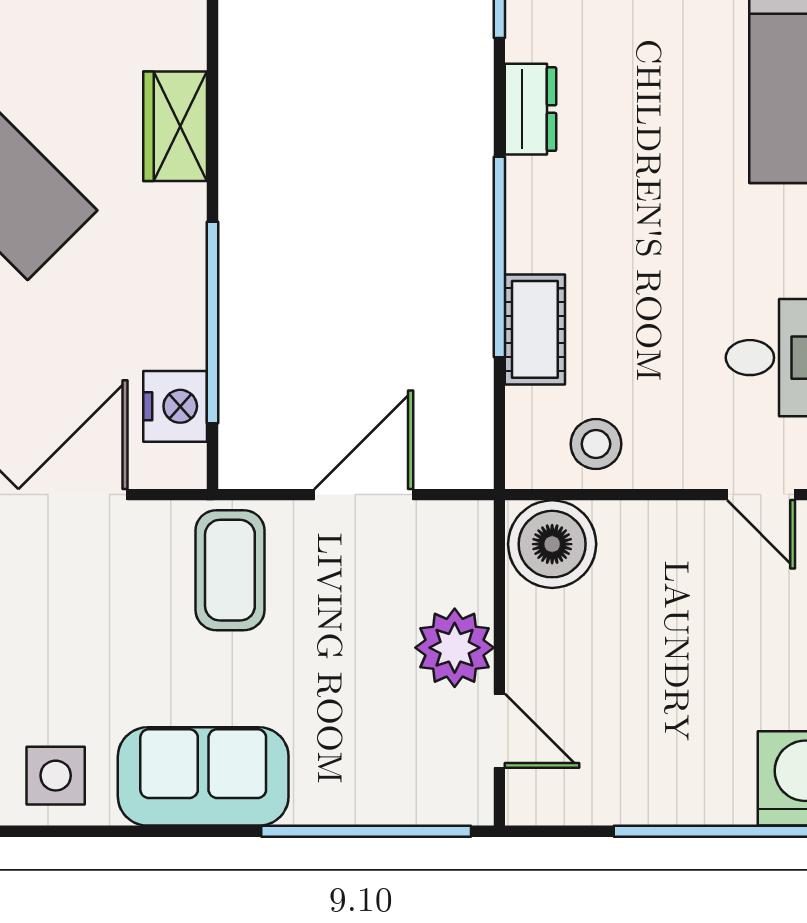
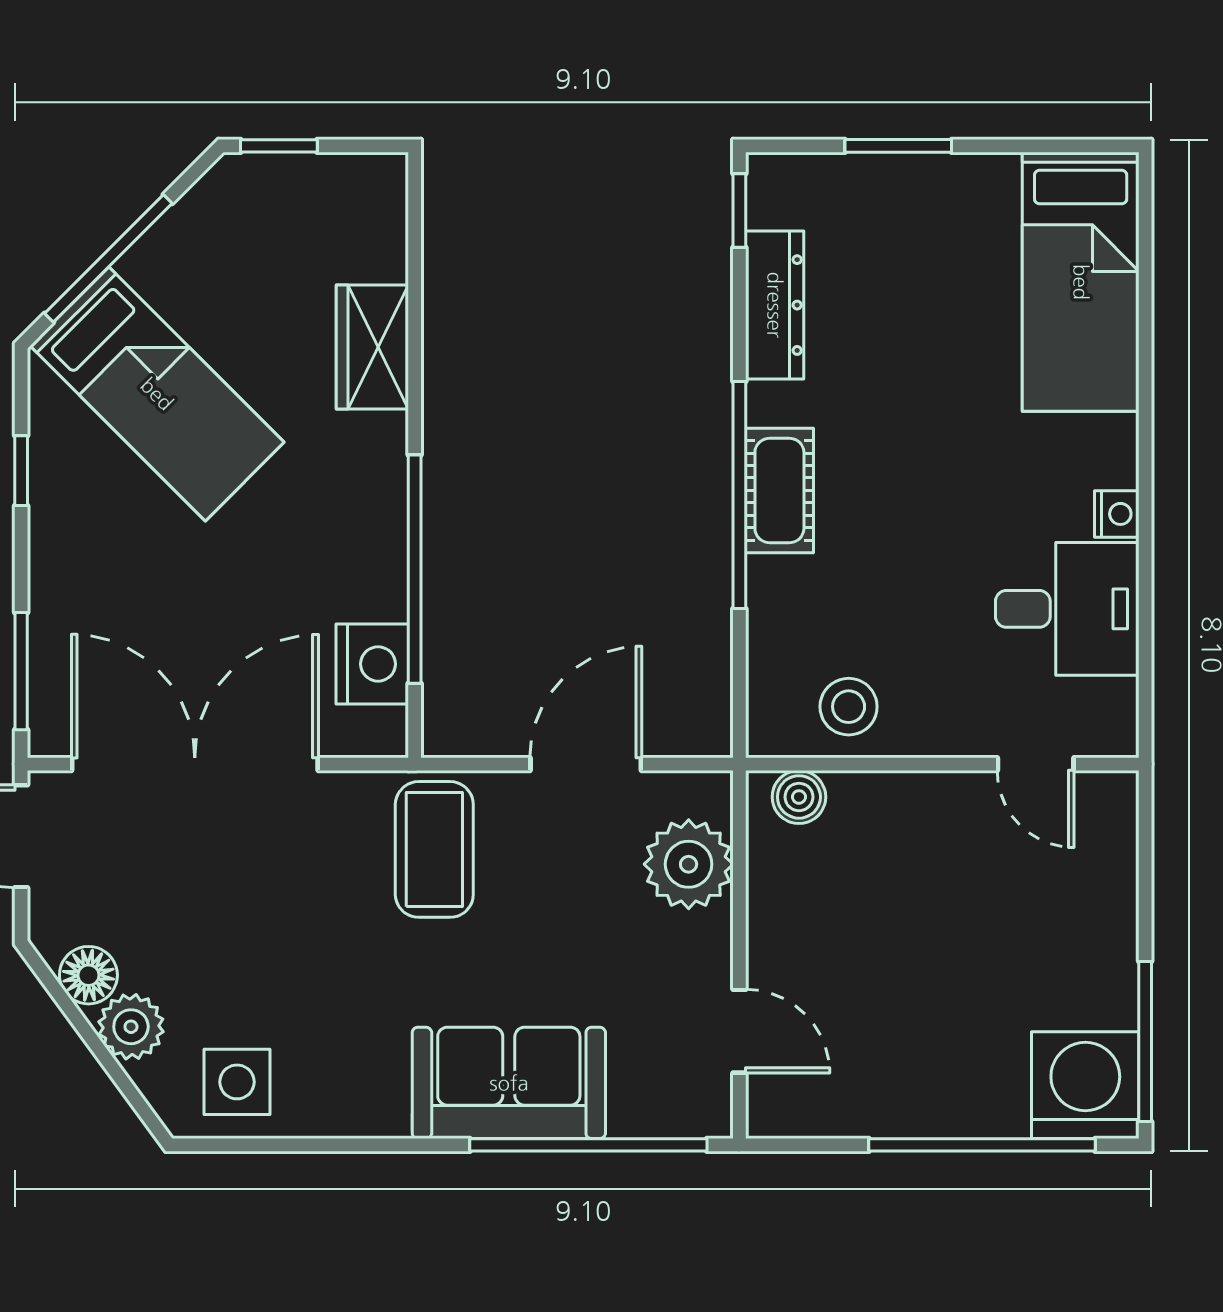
dresser: (531, 109) -> (775, 305), width x1.44
cot: (535, 329) -> (779, 490), moved
boiler: (552, 544) -> (799, 797), width x0.54, depth x0.54
plant: (455, 648) -> (689, 864), moved
sofa: (203, 776) -> (509, 1083), moved

